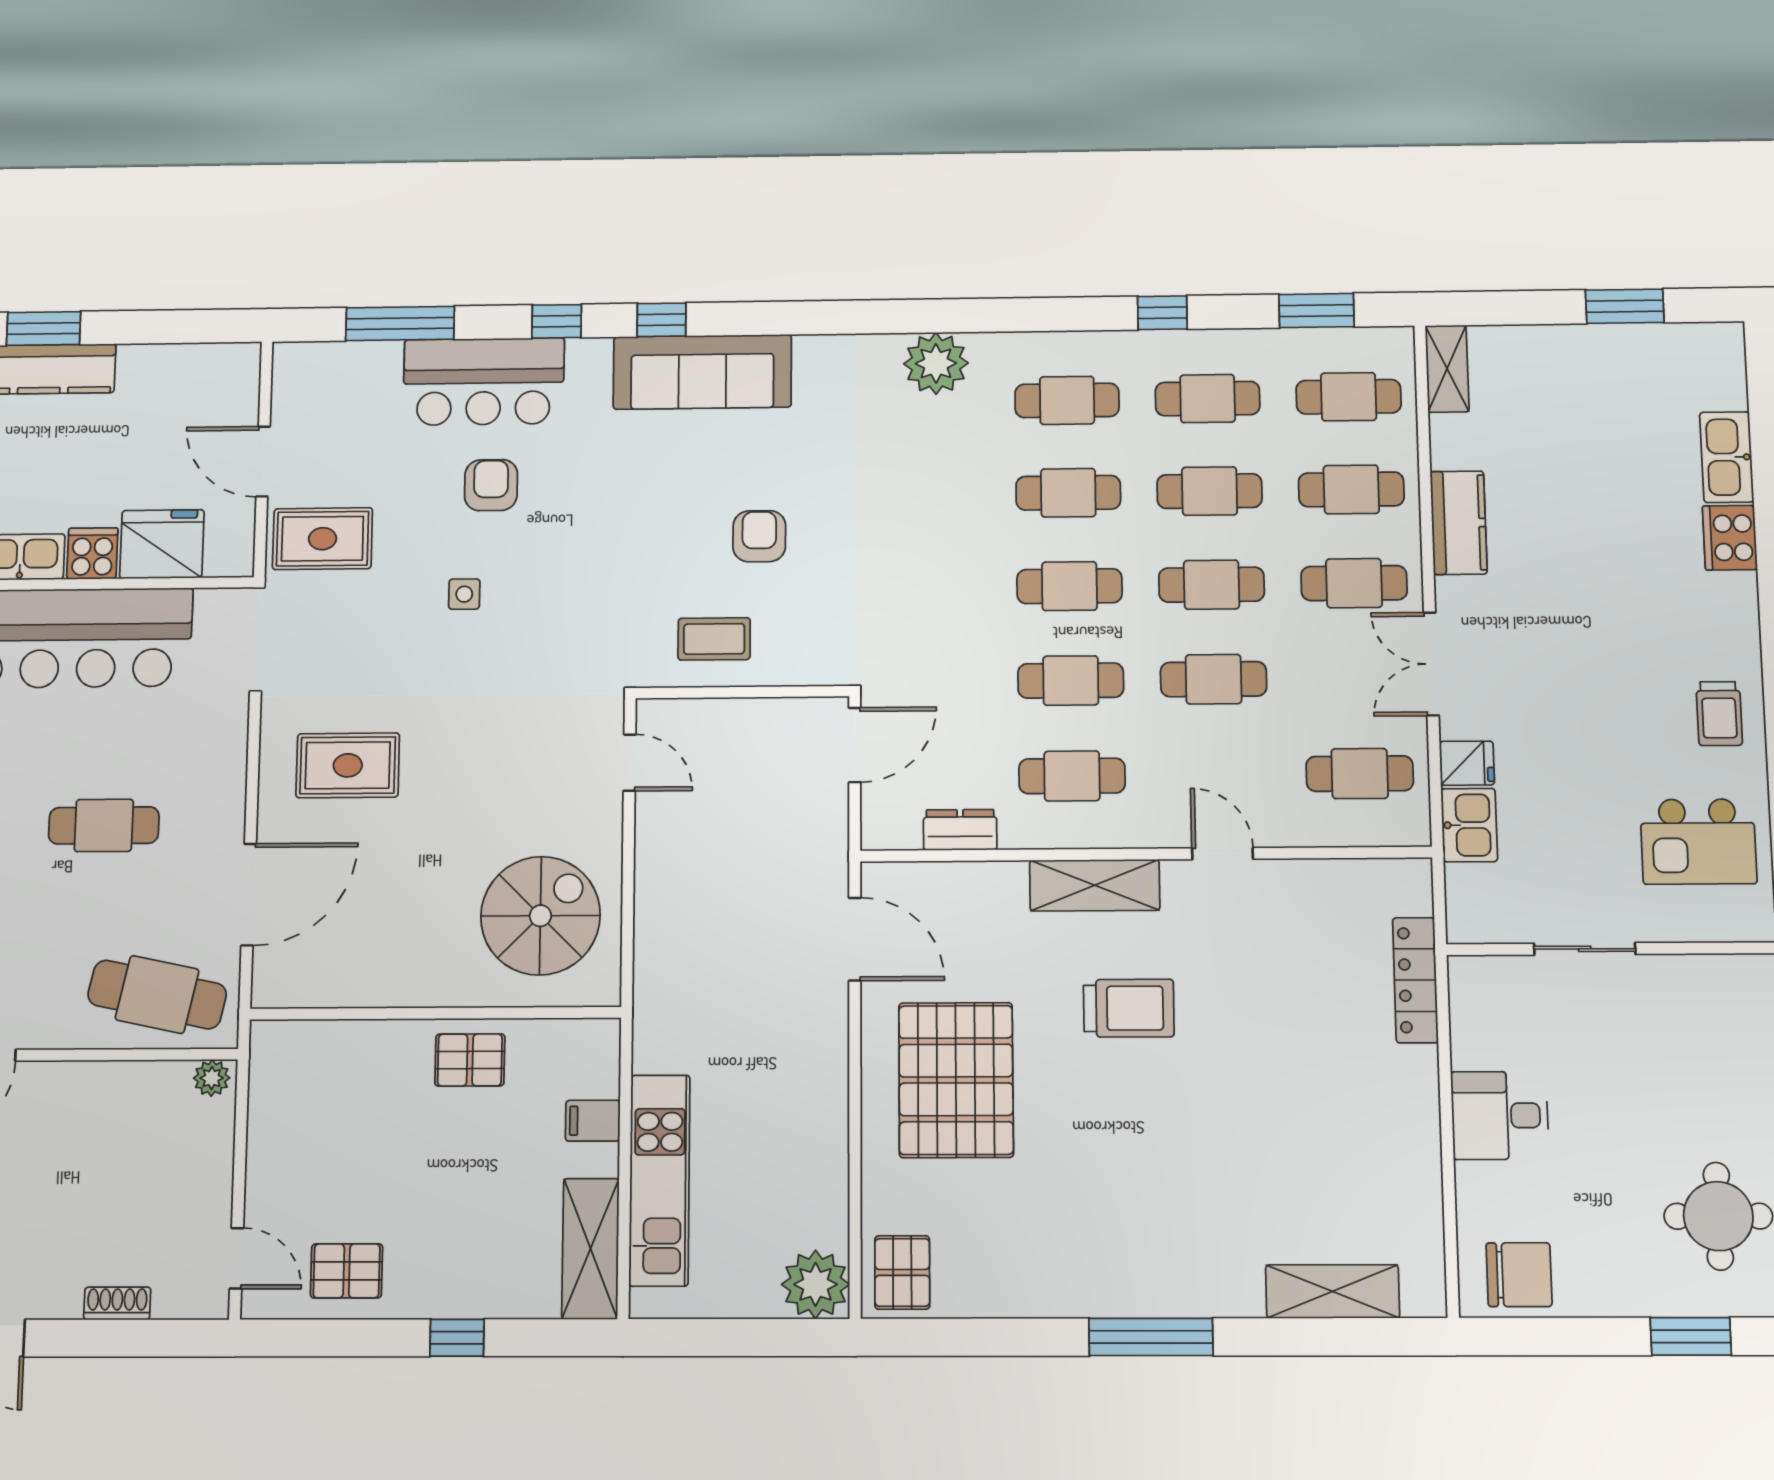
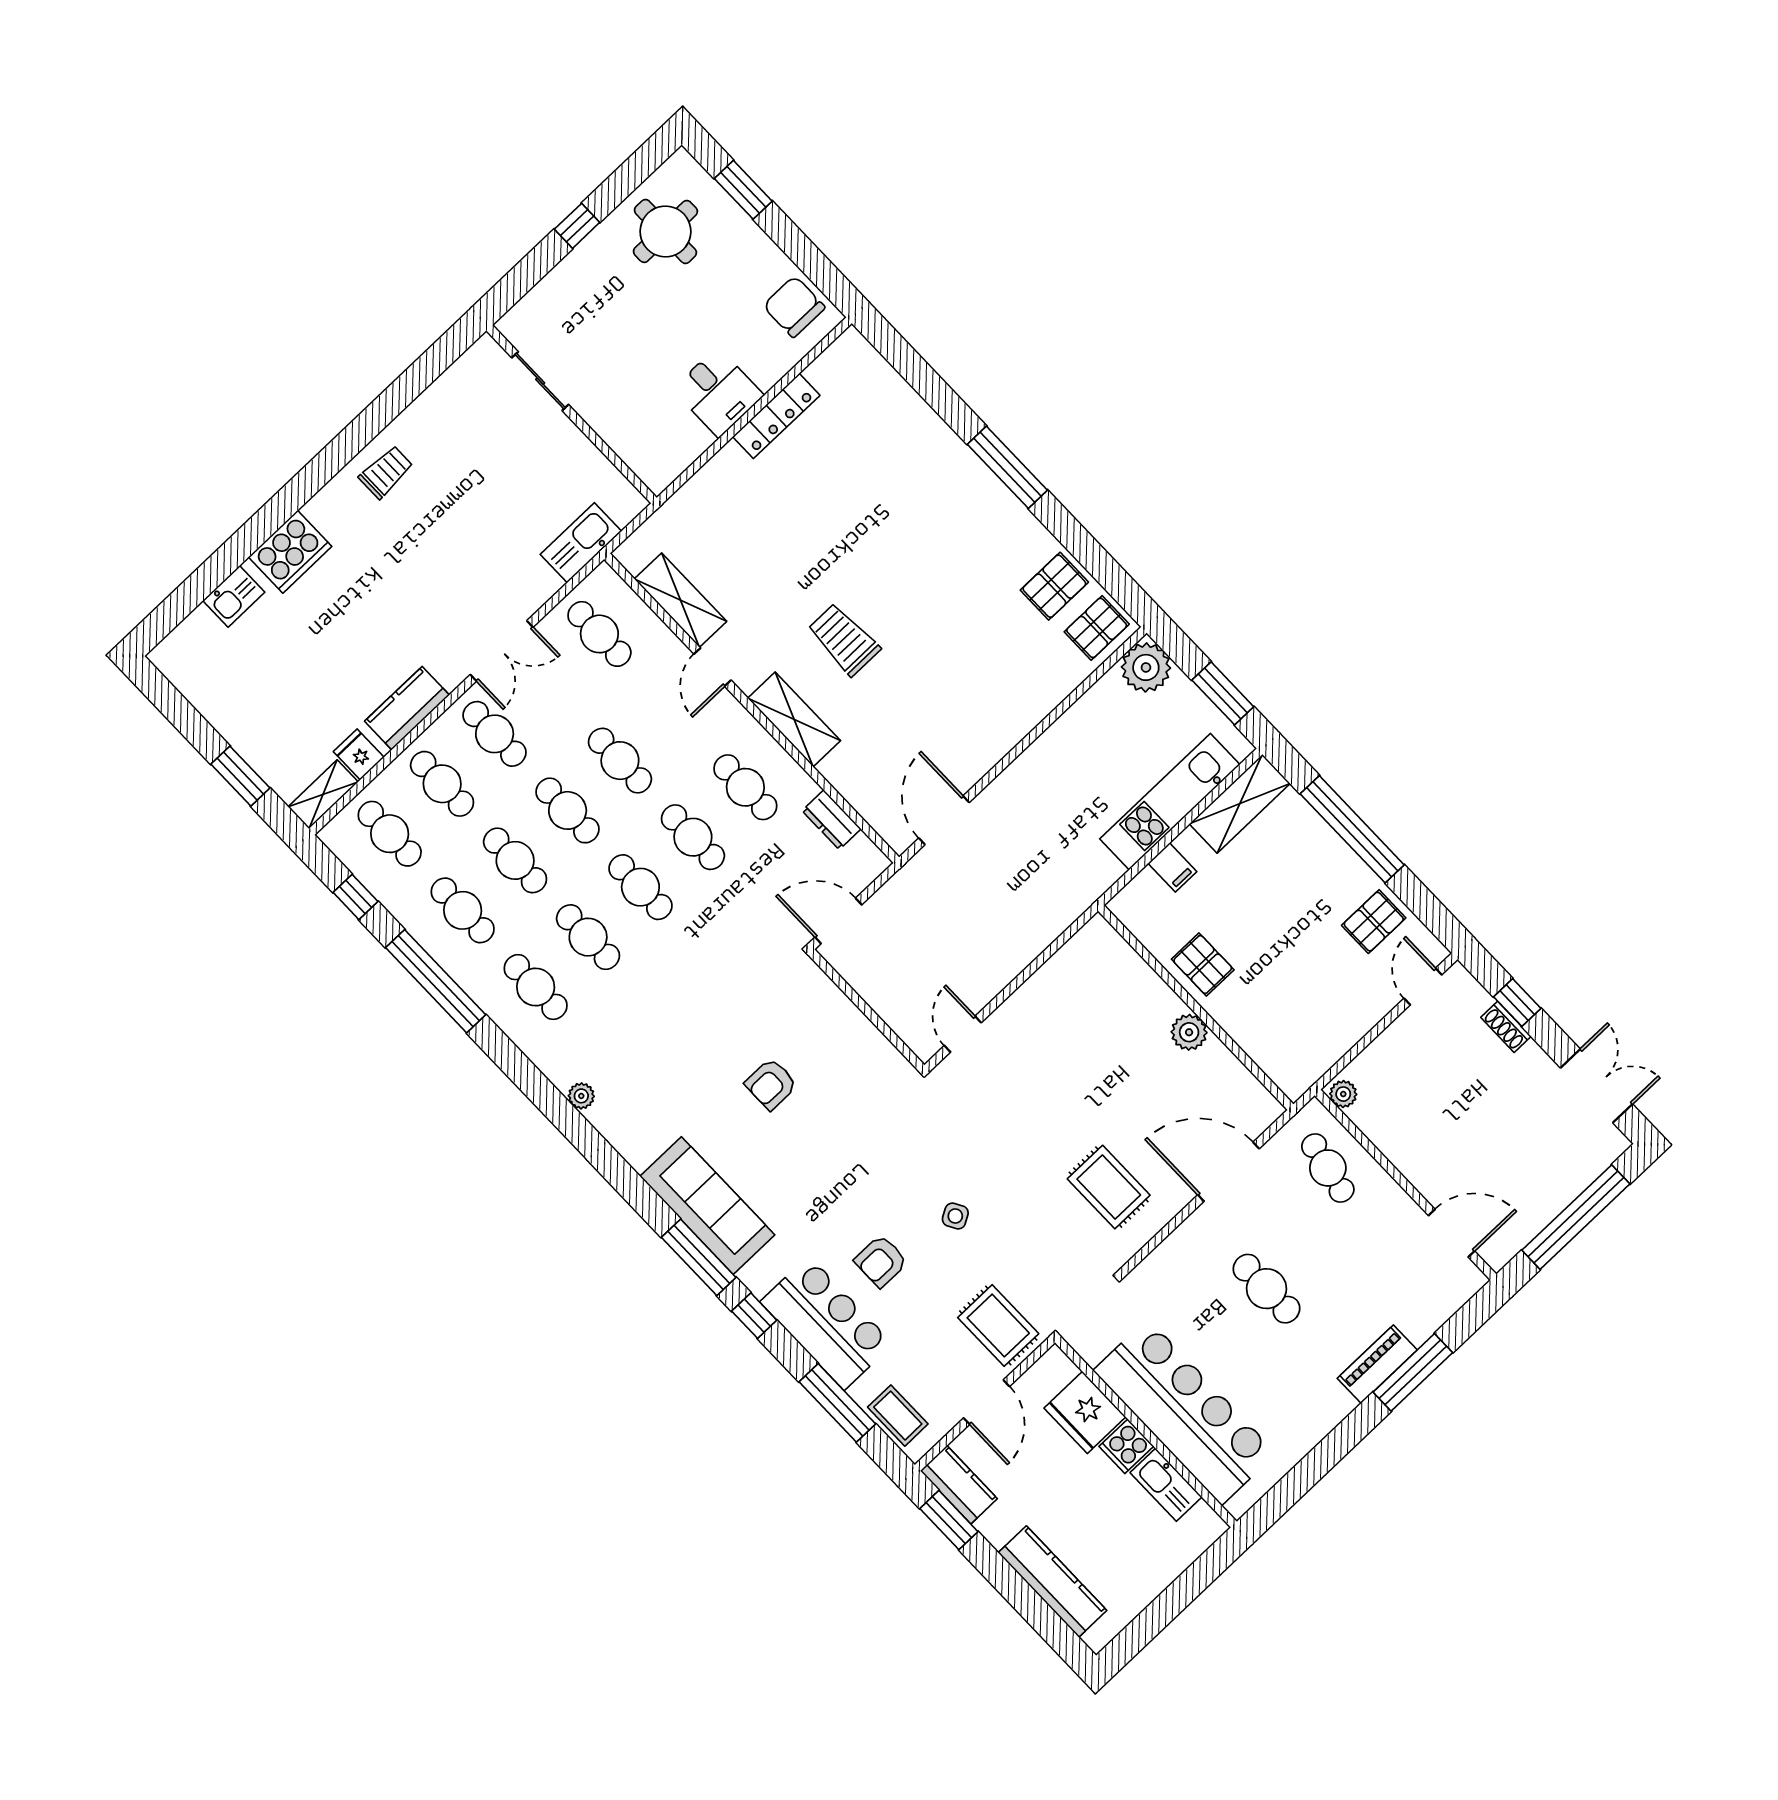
window: (1625, 306) -> (240, 776), moved
window: (1316, 311) -> (355, 897), width x0.67
window: (1162, 313) -> (436, 981), width x3.17
window: (661, 320) -> (699, 1257), width x2.17
window: (44, 329) -> (949, 1520), moved
plant: (936, 363) -> (581, 1096), width x0.53, depth x0.53
kitchen counter: (214, 365) -> (959, 1485), added
kitchen sink: (1727, 457) -> (234, 596), width x0.73
cooker: (1730, 538) -> (290, 552), width x1.37, depth x1.31
side table: (464, 594) -> (955, 1216), turned -30
coffee table: (714, 639) -> (898, 1416), moved
fridge: (1467, 763) -> (359, 754), moved
kitchen sink: (1469, 825) -> (581, 543), width x1.38
kitchen island: (1698, 842) -> (469, 420), removed
spiral stairs: (540, 916) -> (1091, 1002), removed
sliding door: (1585, 949) -> (540, 381), moved
locker: (1415, 980) -> (776, 416), moved
plant: (418, 984) -> (1189, 1032), added
cafe table: (157, 994) -> (1328, 1168), width x0.73, depth x0.74
pallet: (956, 1080) -> (1054, 586), moved, width x0.49, depth x0.50
pallet: (347, 1271) -> (1374, 922), turned 90
shelving: (1333, 1291) -> (680, 600), moved
window: (716, 1337) -> (1223, 693), added
window: (129, 1338) -> (1517, 1003), added
window: (457, 1338) -> (1352, 829), width x3.17

